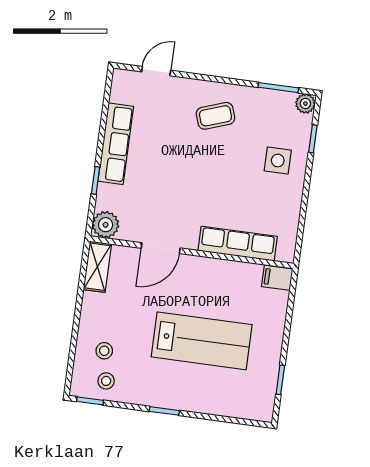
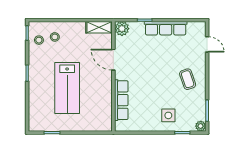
filing cabinet: (277, 278) -> (106, 124), removed

